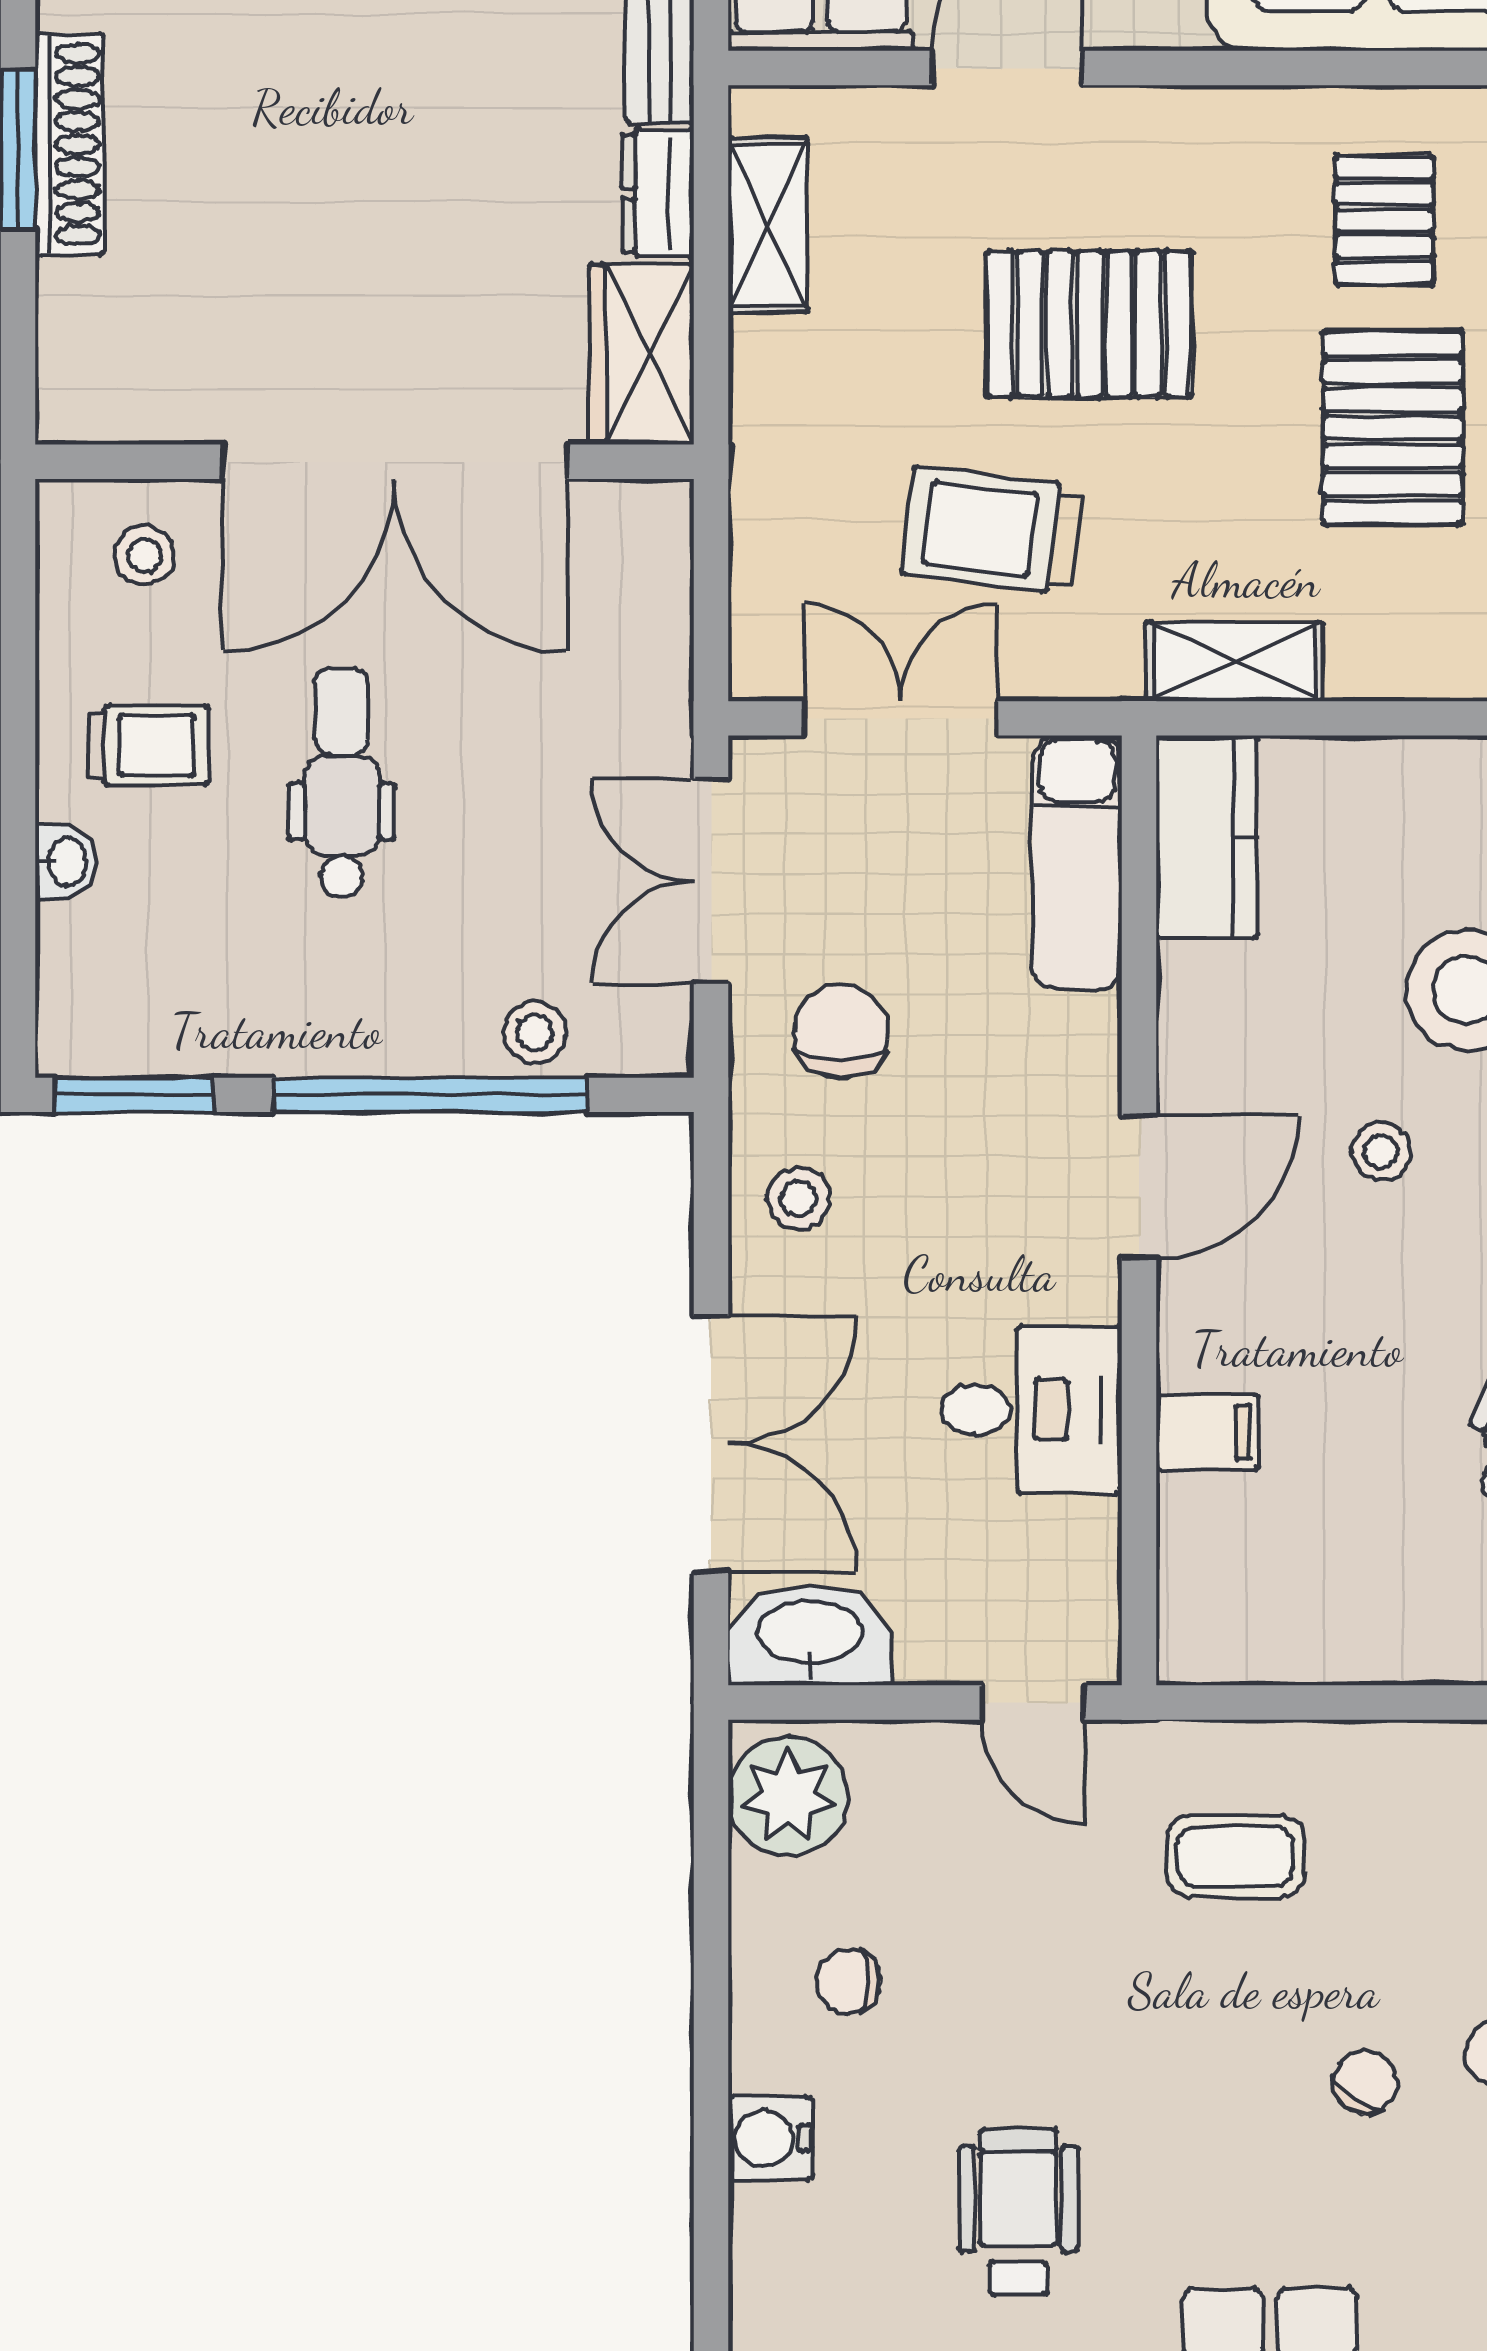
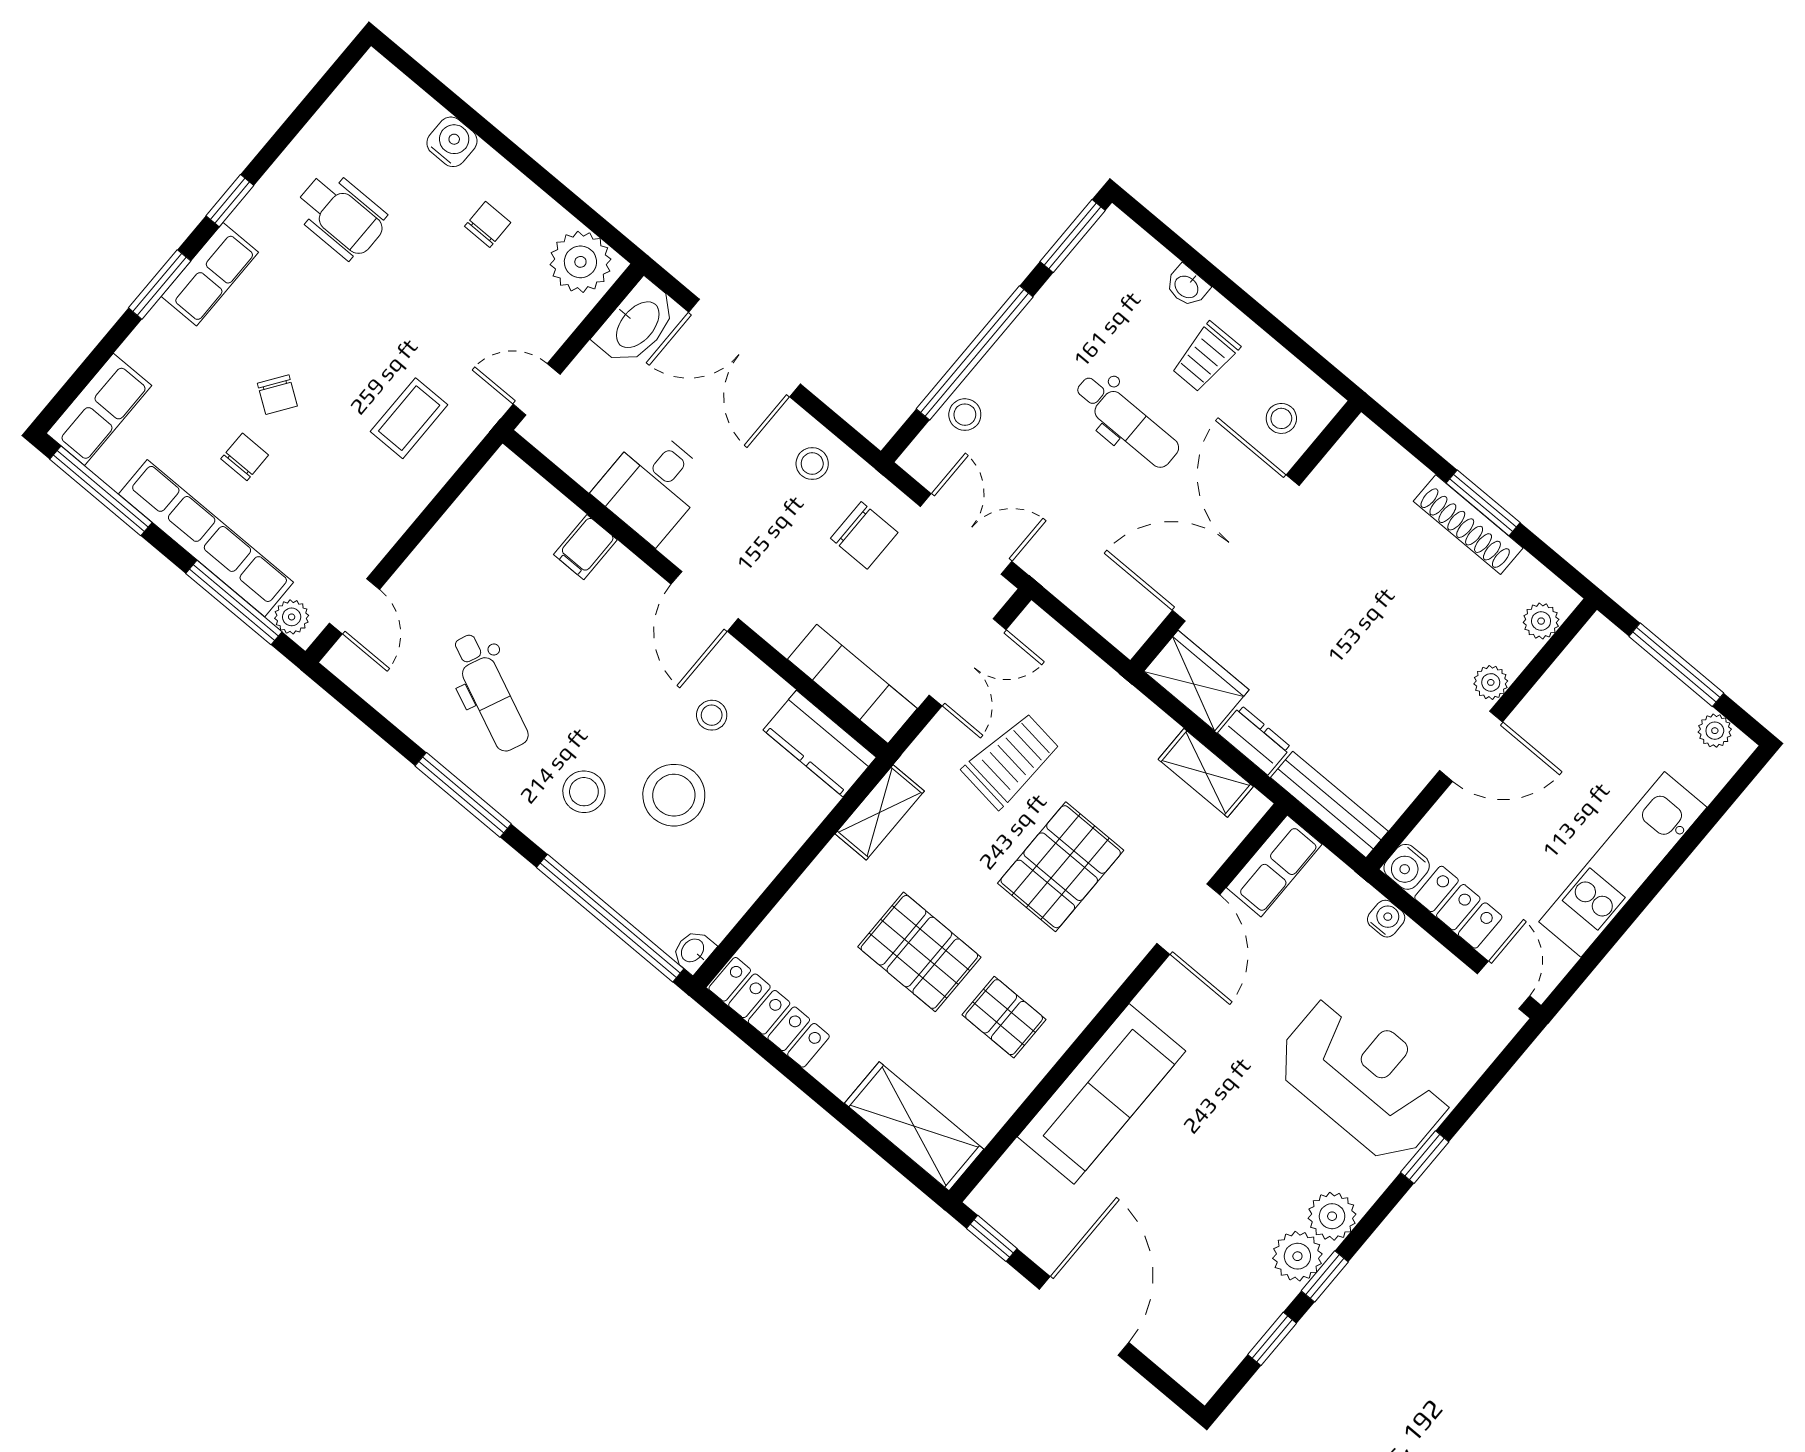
stool: (1381, 1152) -> (712, 715), moved

